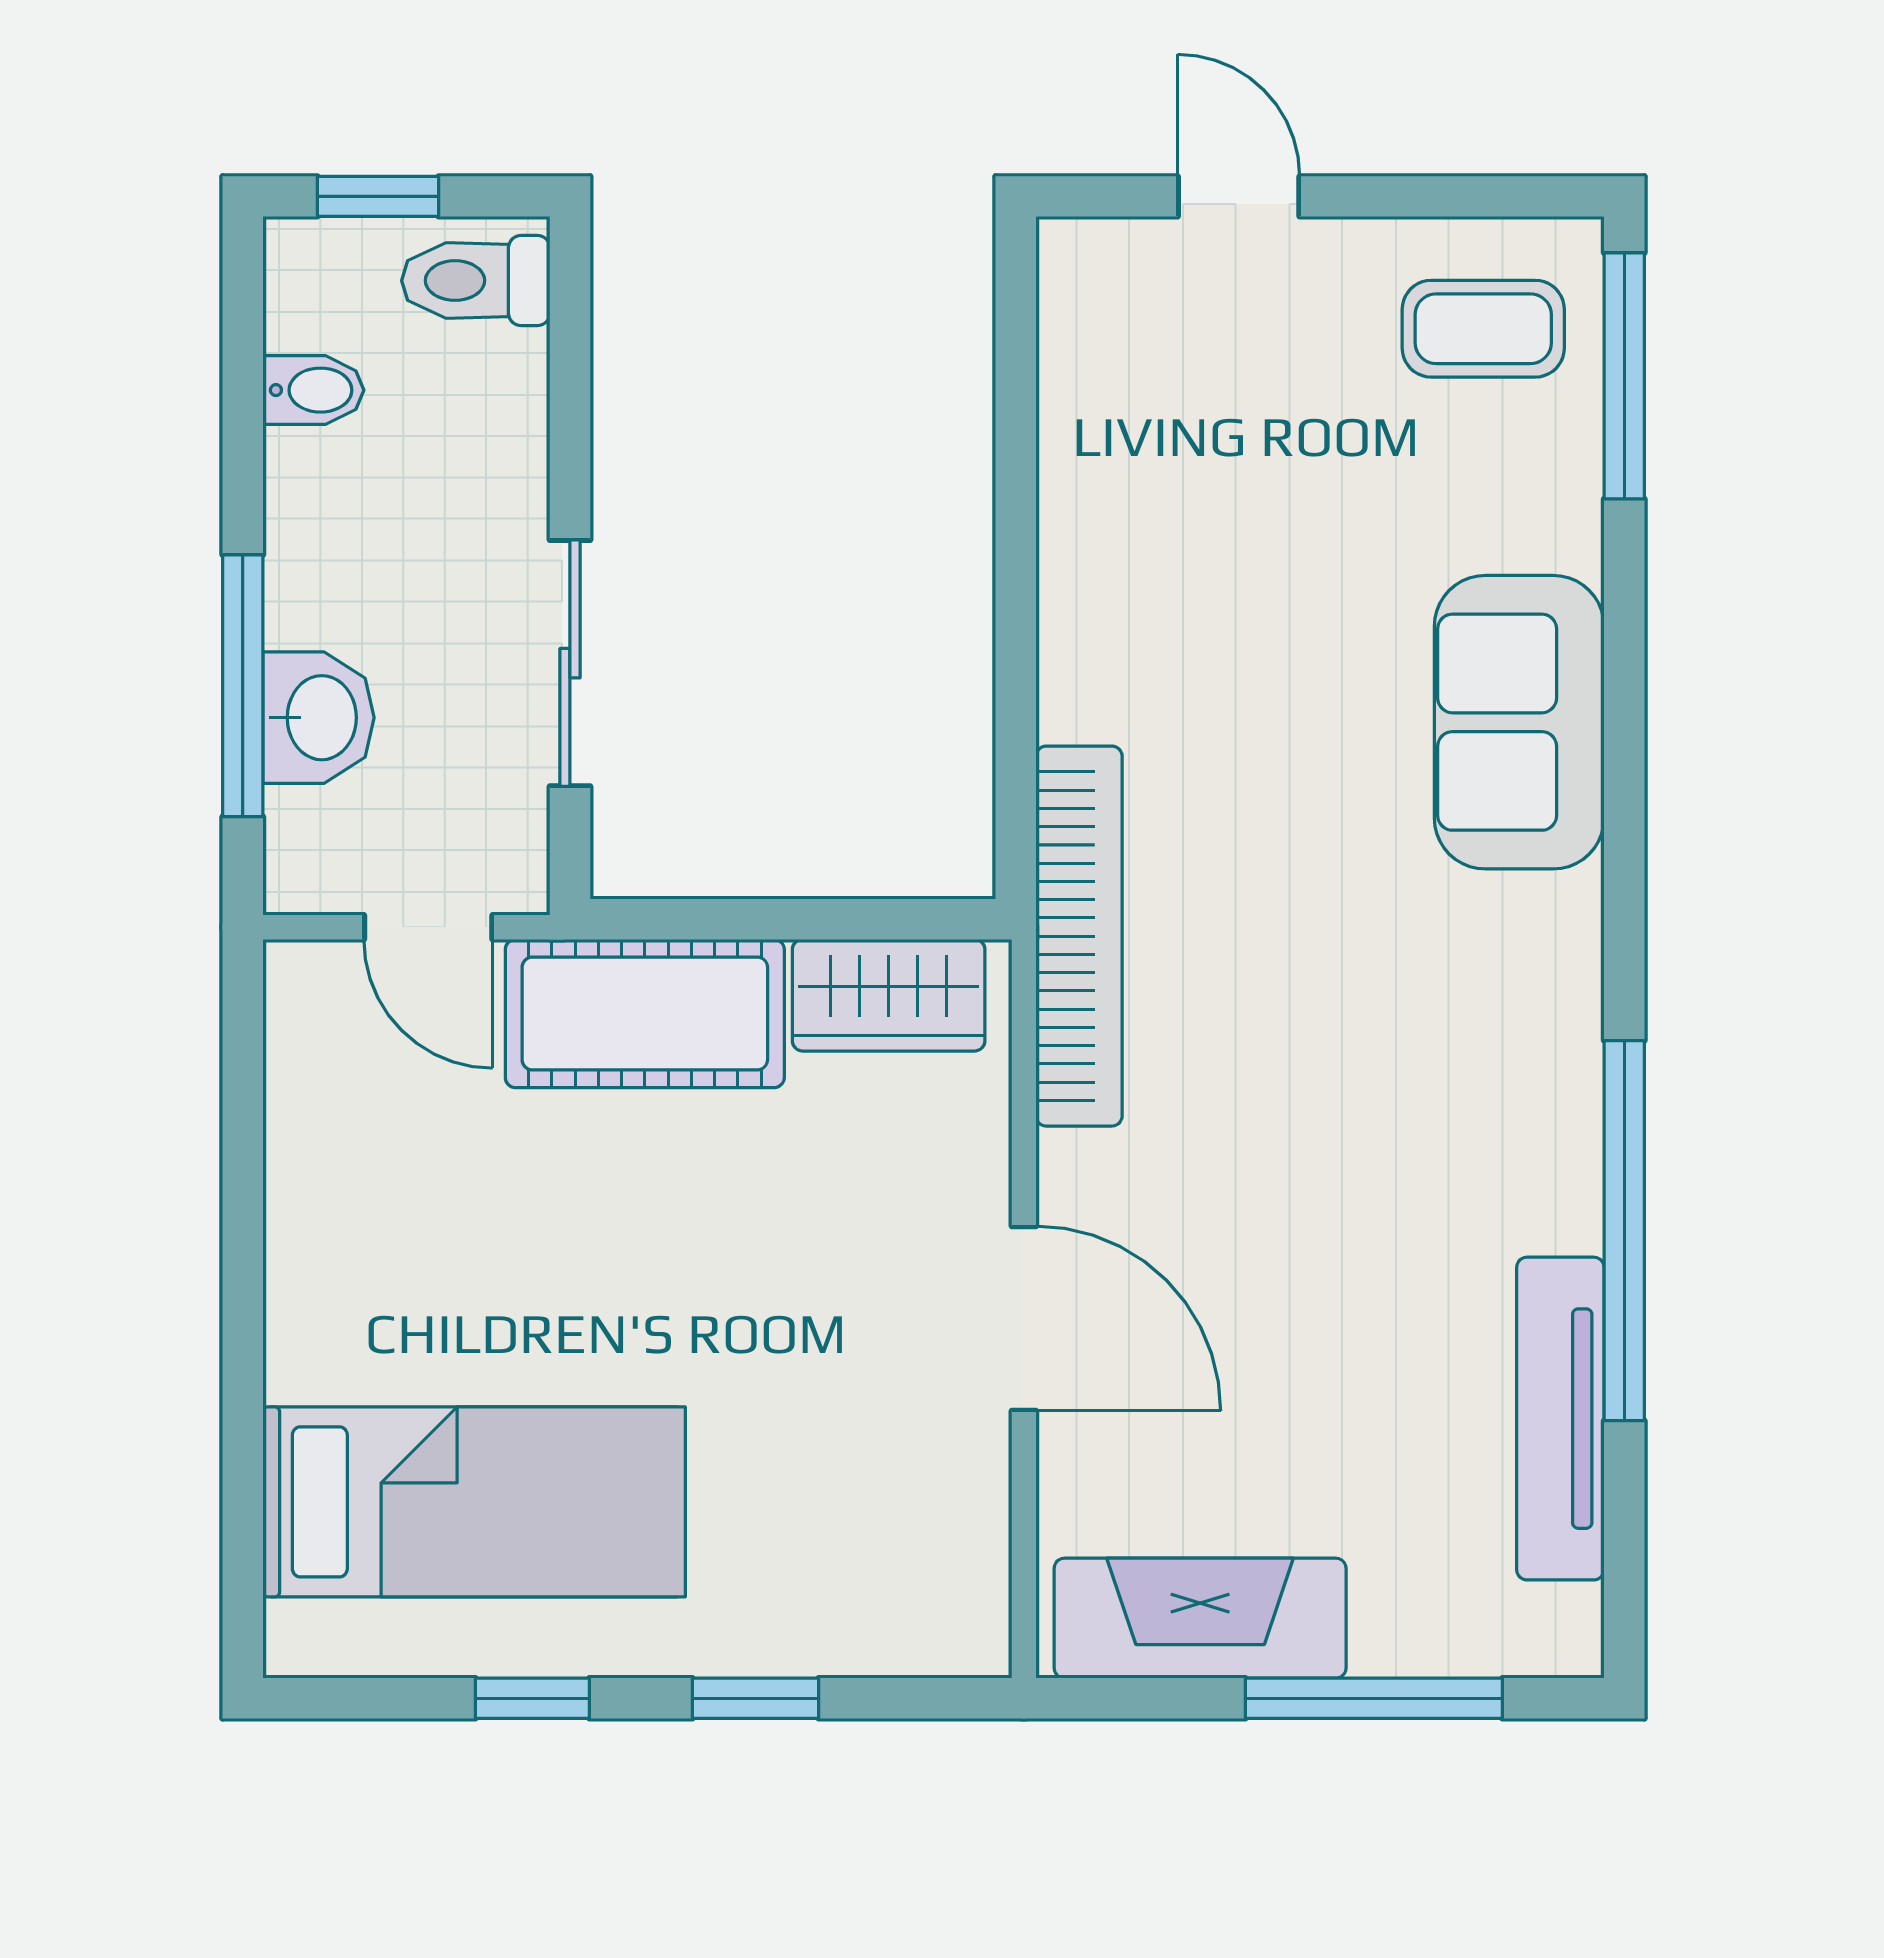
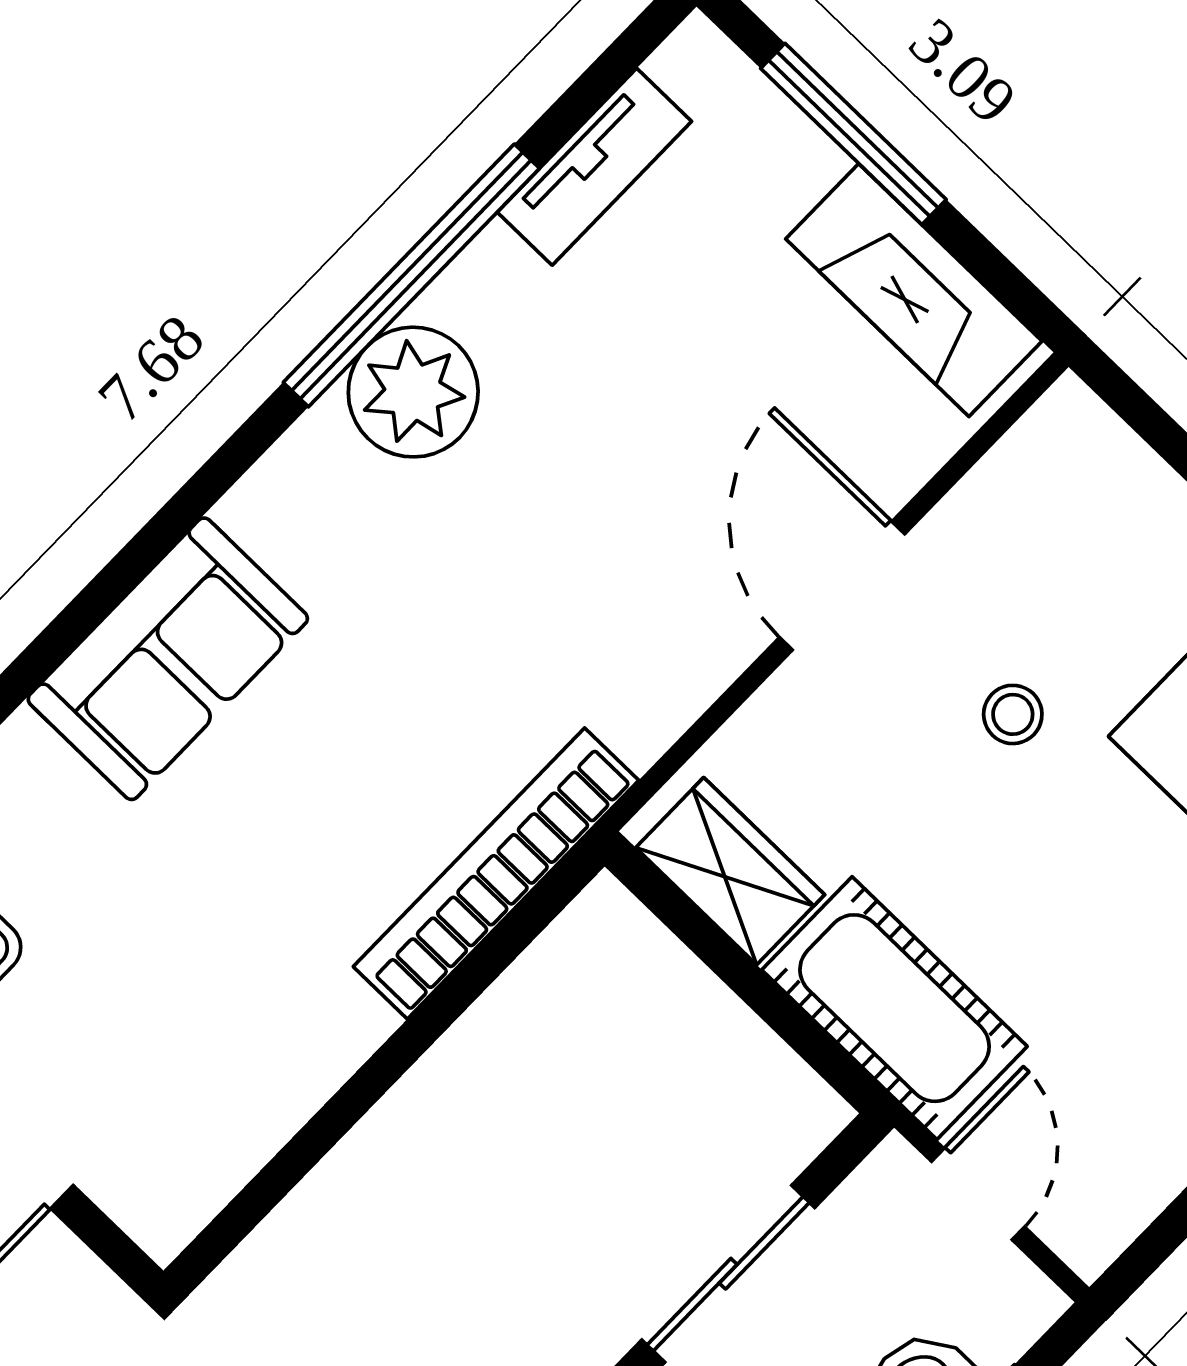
bookcase: (1079, 936) -> (496, 873), moved
plant: (1530, 1136) -> (413, 392), added
stool: (781, 1349) -> (1013, 714), added
tv unit: (1560, 1419) -> (594, 167), width x0.71

